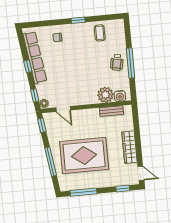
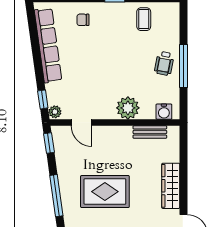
window: (28, 66) -> (37, 57), removed
plant: (105, 95) -> (128, 108), moved
rug: (84, 155) -> (105, 192), width x0.73, depth x0.69

